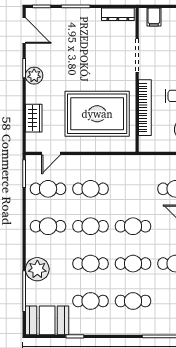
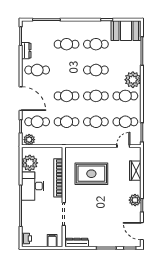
rug: (97, 114) -> (91, 174), width x0.73, depth x0.69
cafe table: (133, 264) -> (67, 122), moved
plant: (37, 269) -> (133, 80), moved

